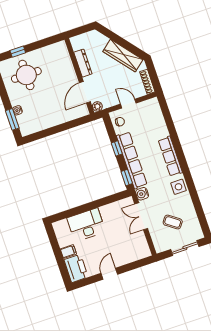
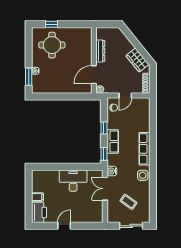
wardrobe: (123, 56) -> (137, 60), width x0.67
door: (128, 104) -> (125, 95), swing flipped
row of seats: (132, 160) -> (113, 142), width x0.50
desk: (86, 225) -> (73, 181), moved

